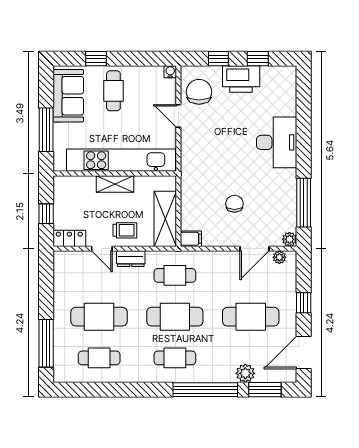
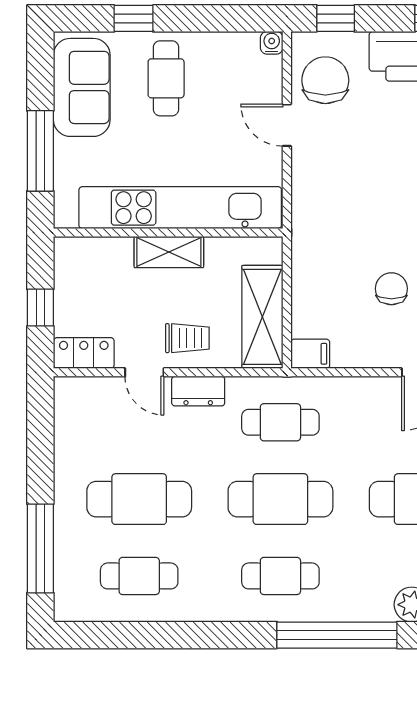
window: (218, 59) -> (336, 18), moved

